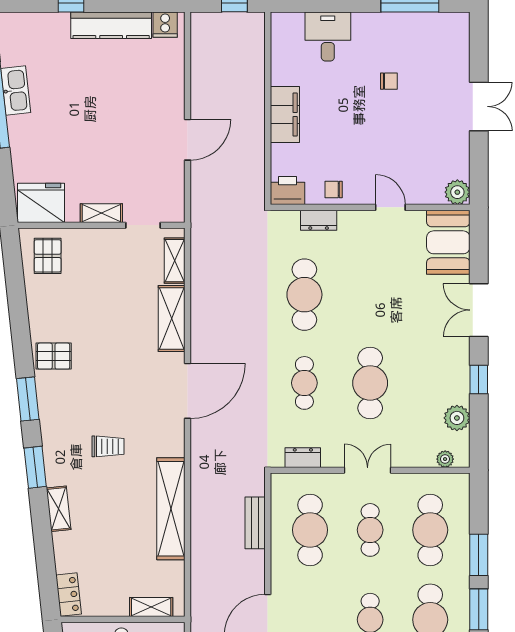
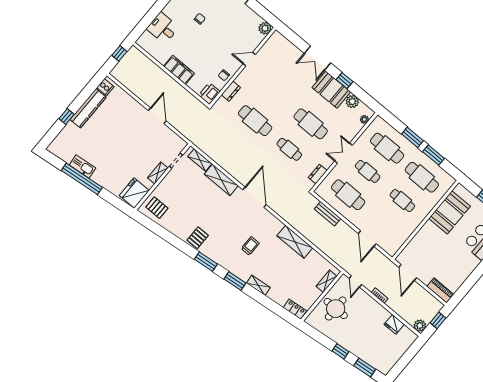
booth: (448, 242) -> (331, 90), moved
shelving: (171, 509) -> (295, 242), width x0.68

